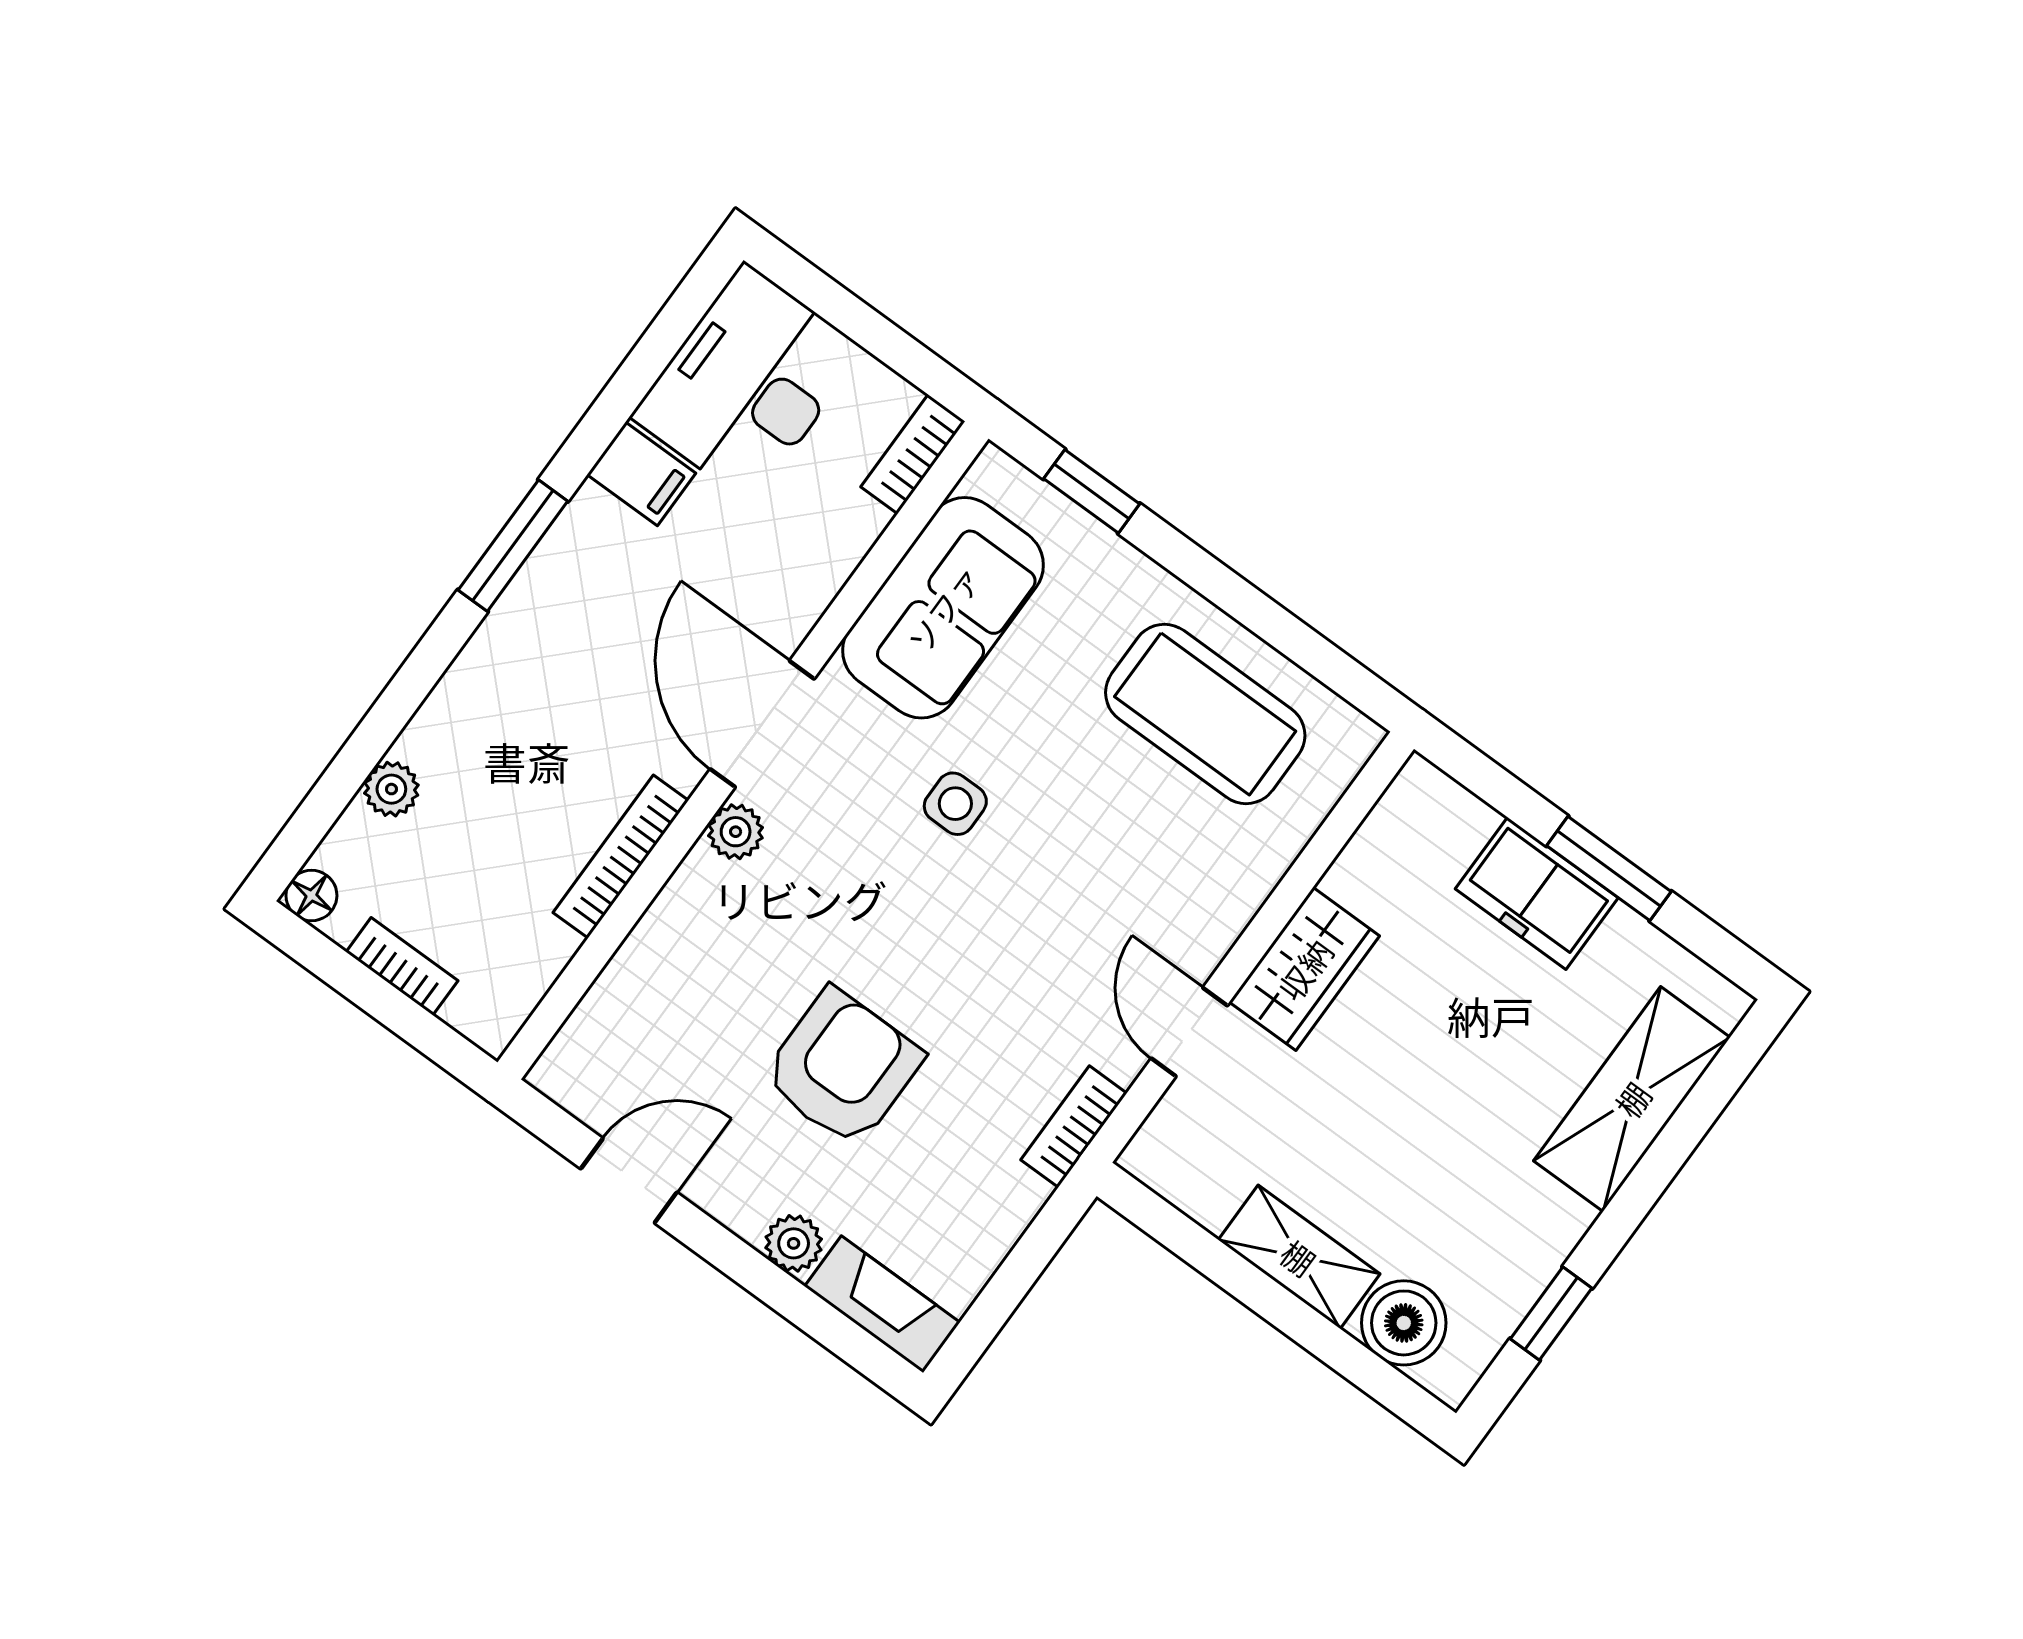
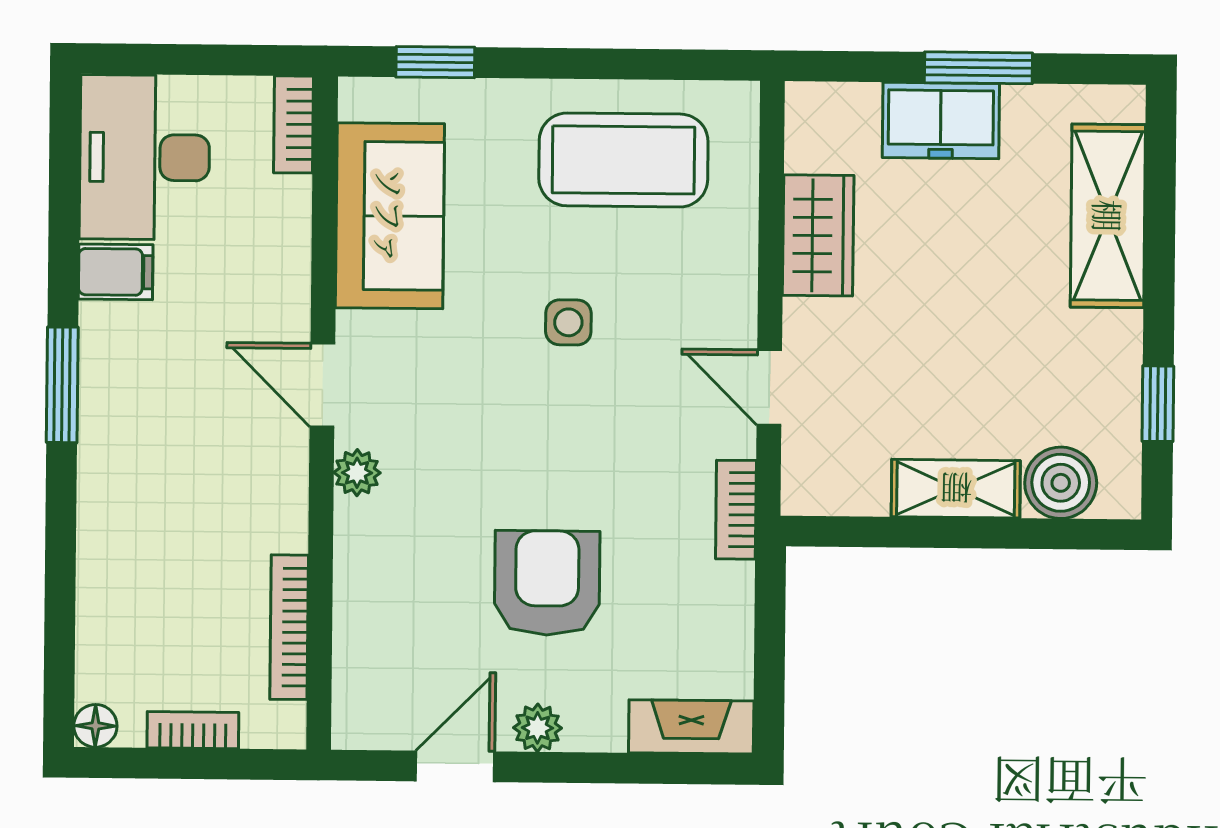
door: (762, 724) -> (322, 385), width x0.73
plant: (391, 789) -> (98, 613), removed
side table: (955, 804) -> (568, 322), moved
bookcase: (621, 856) -> (289, 627), moved
wardrobe: (1304, 969) -> (818, 235), moved
plant: (794, 1243) -> (538, 728), moved

